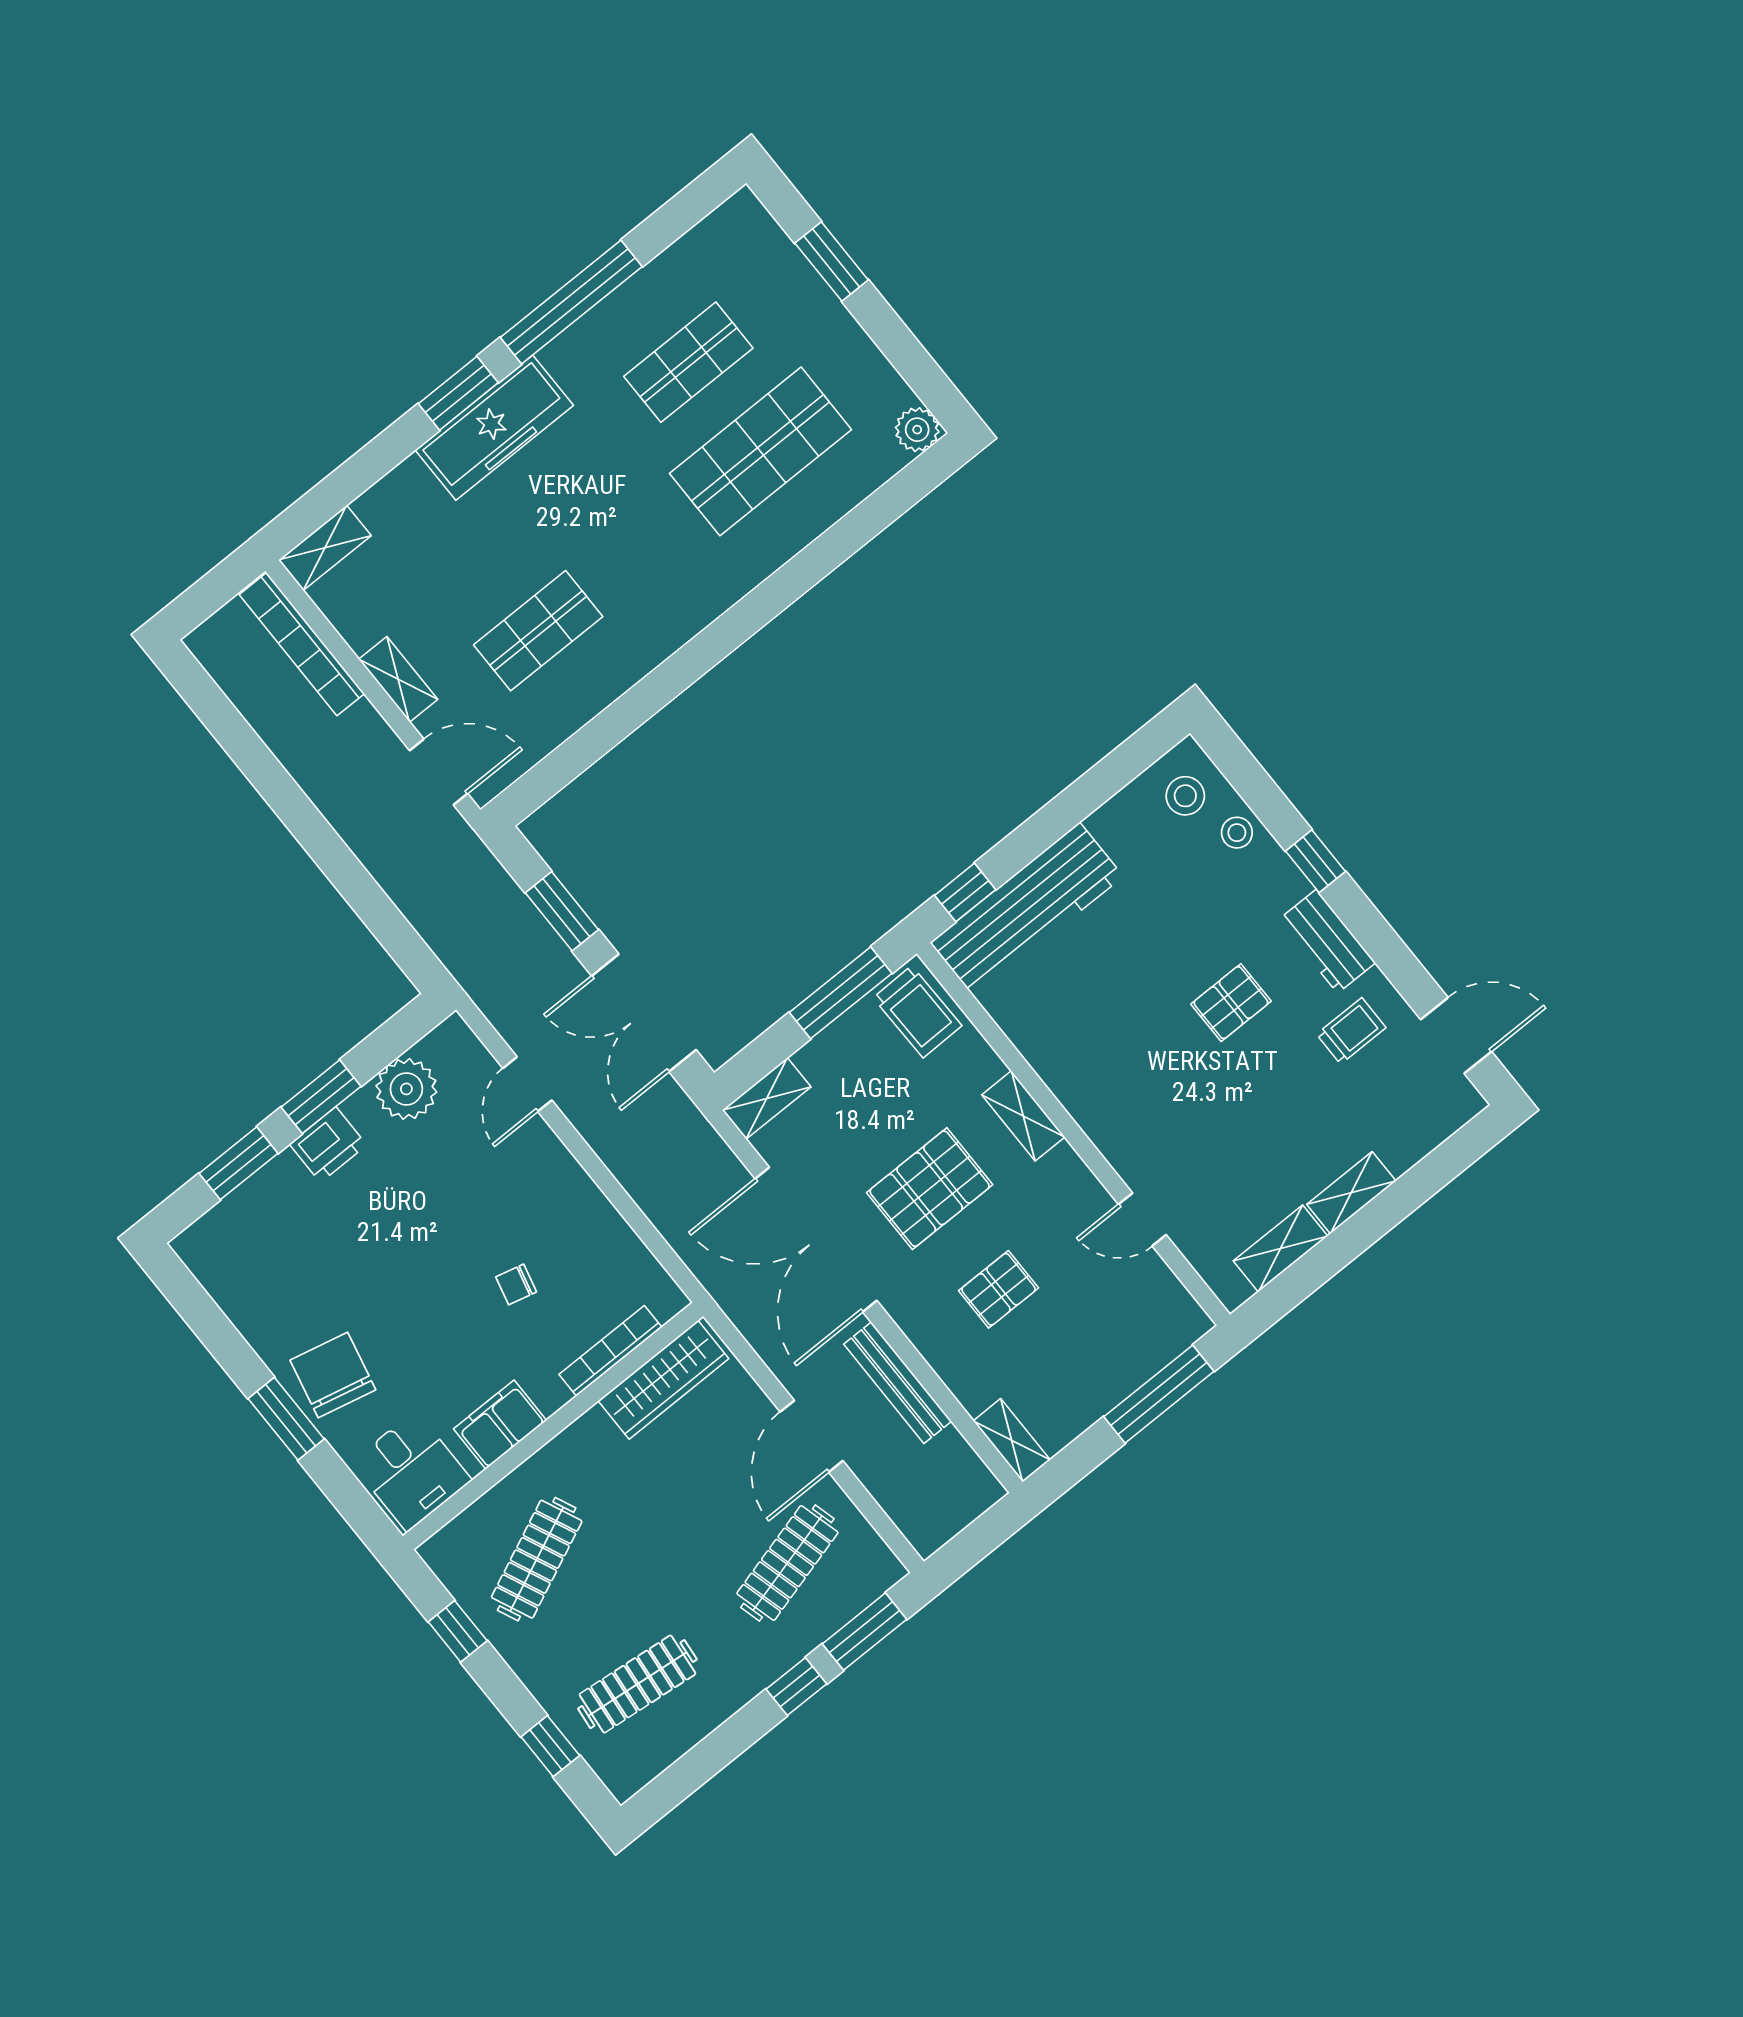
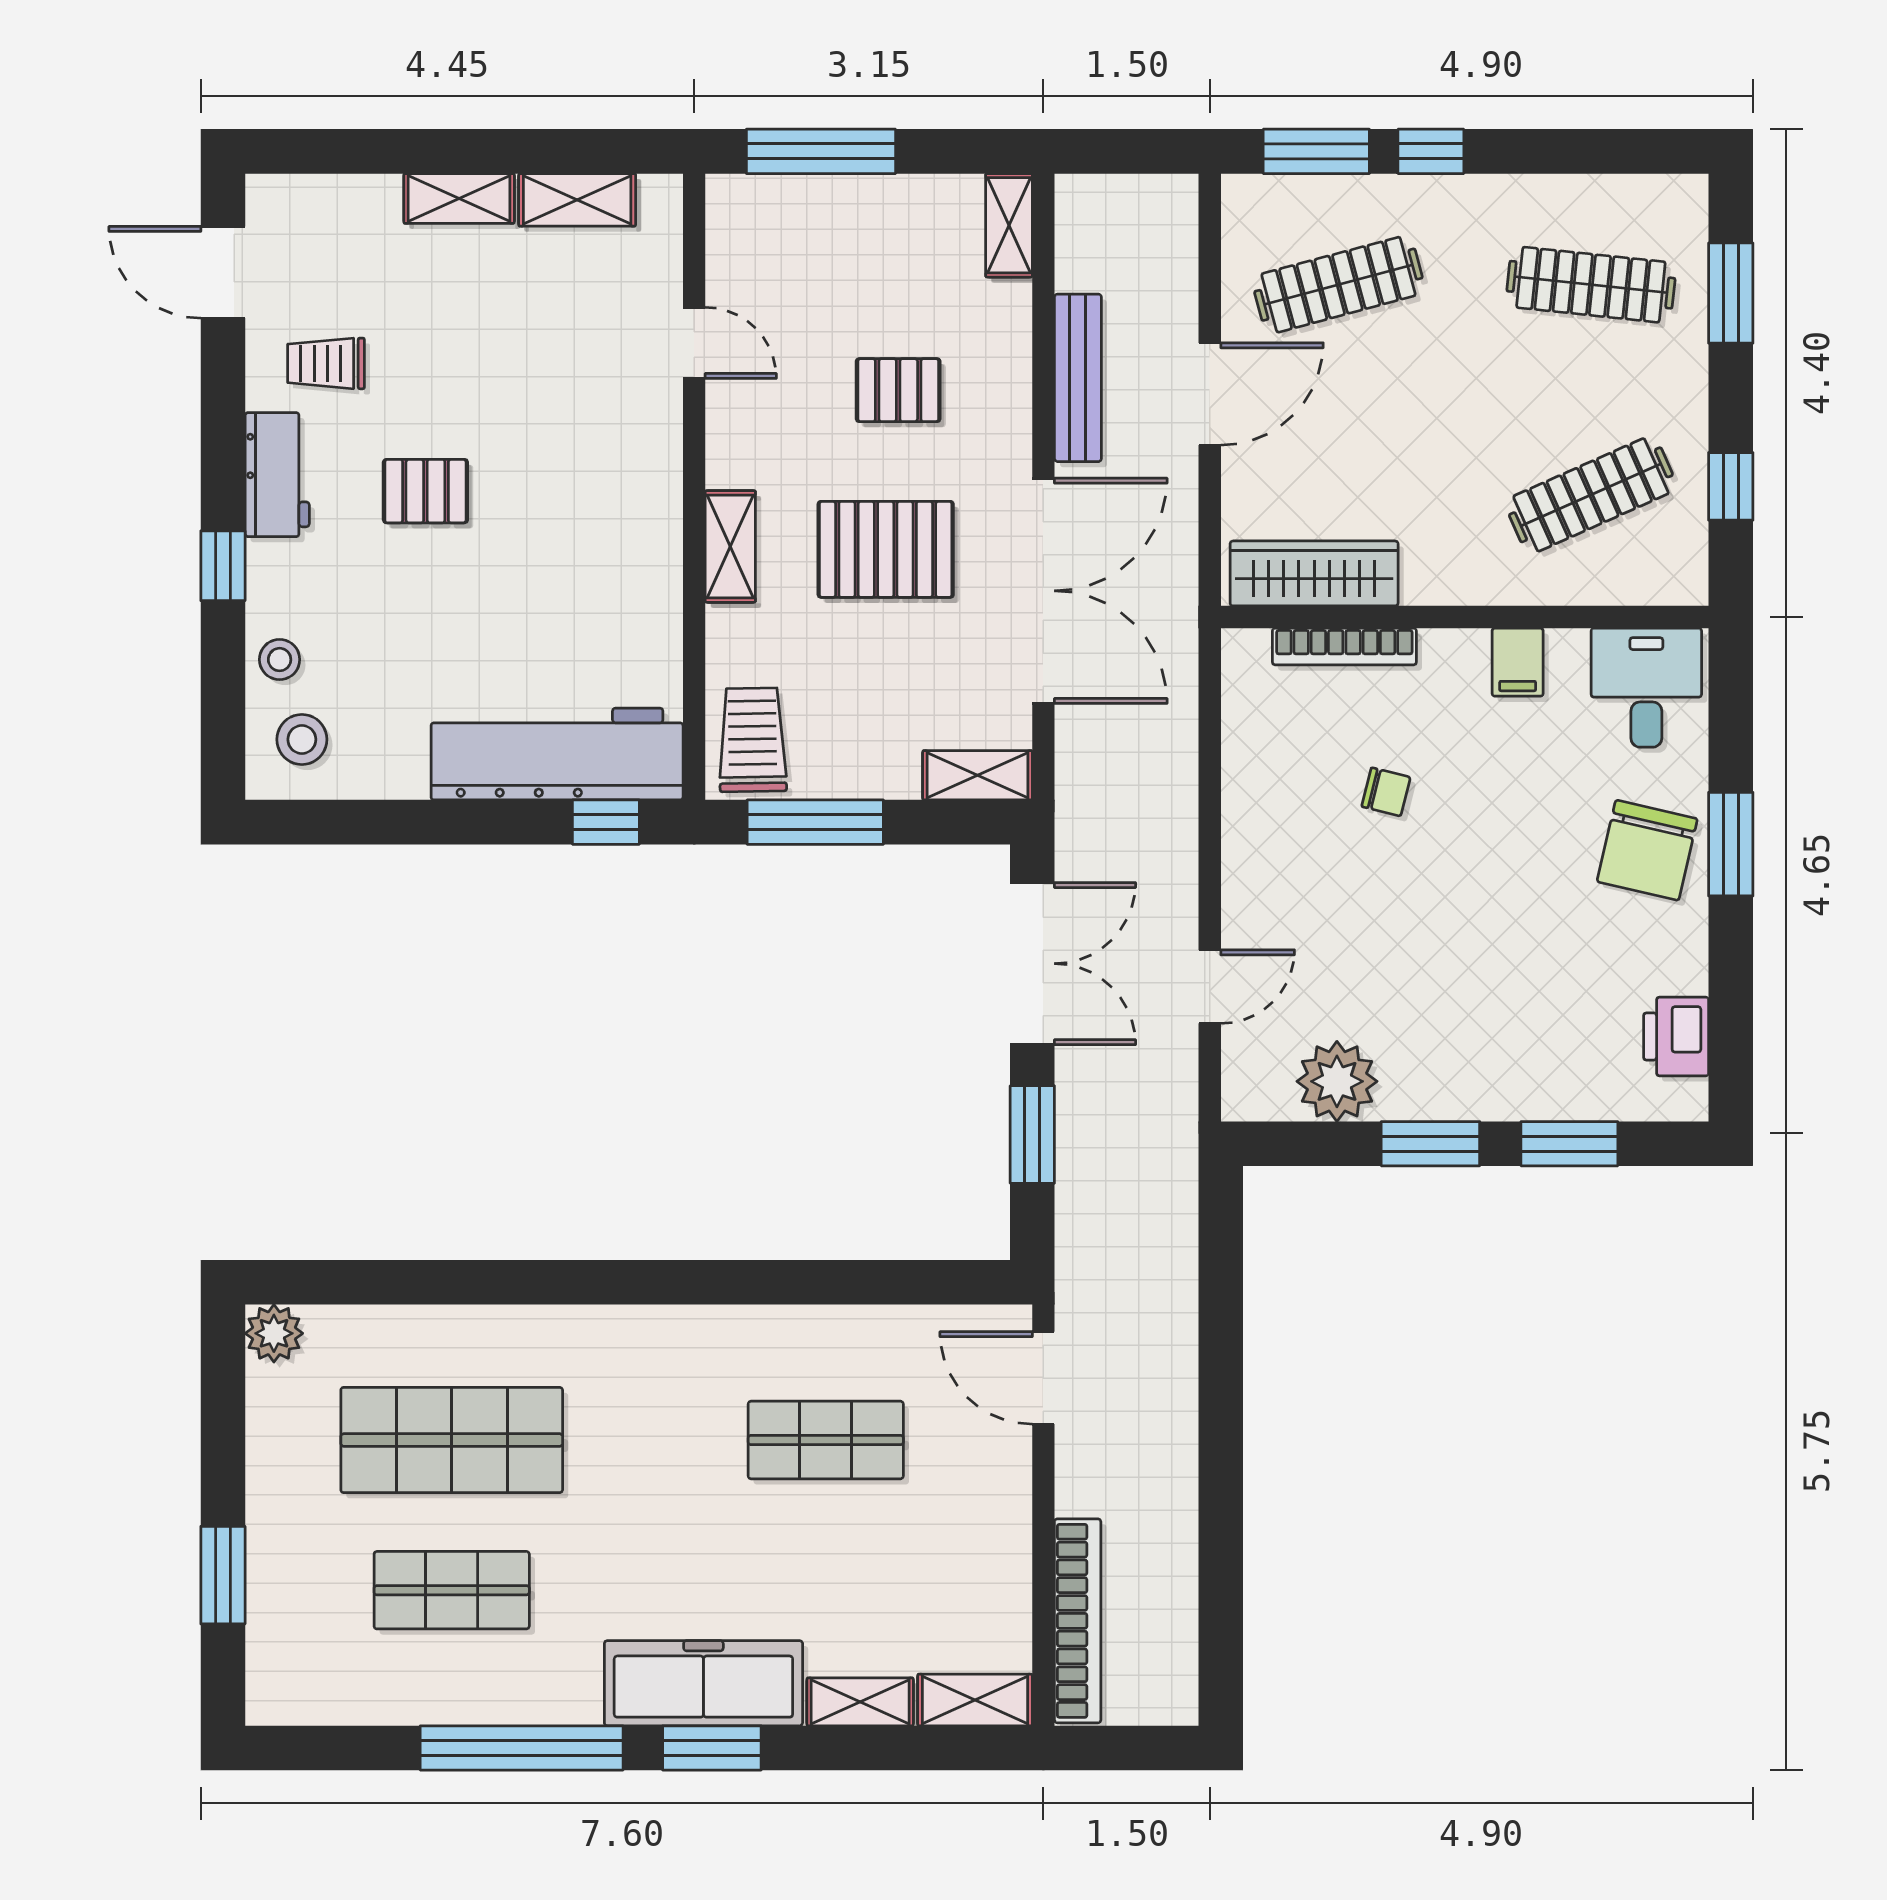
shelving: (398, 679) -> (860, 1702), moved, turned 90
printer: (328, 1145) -> (1676, 1036), moved, turned -90
filing cabinet: (500, 1425) -> (1518, 662), width x0.50
window: (550, 1746) -> (1731, 293), width x1.50

